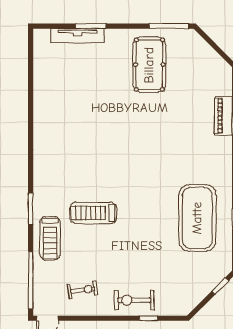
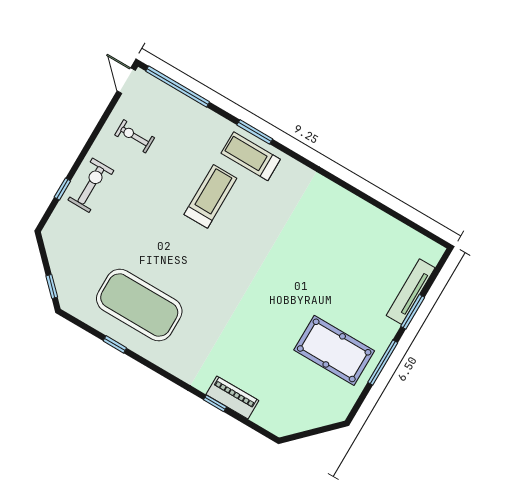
window: (169, 26) -> (383, 362), moved
treadmill: (50, 238) -> (251, 156), moved
exercise bike: (83, 290) -> (135, 136), turned 97

